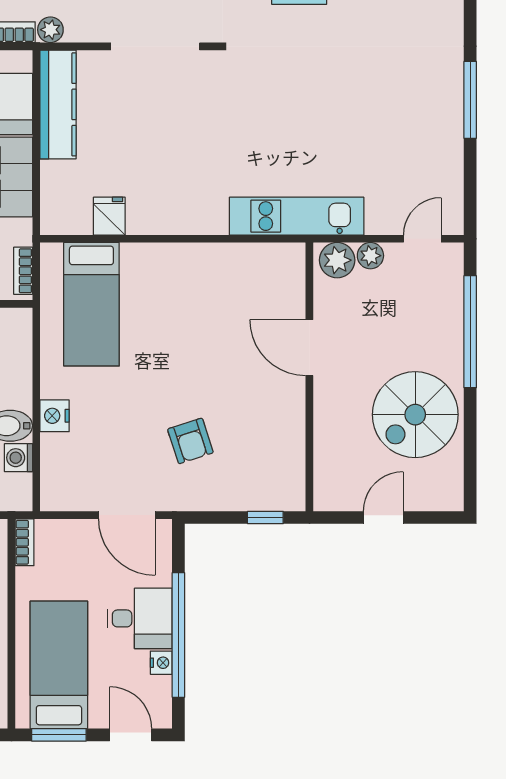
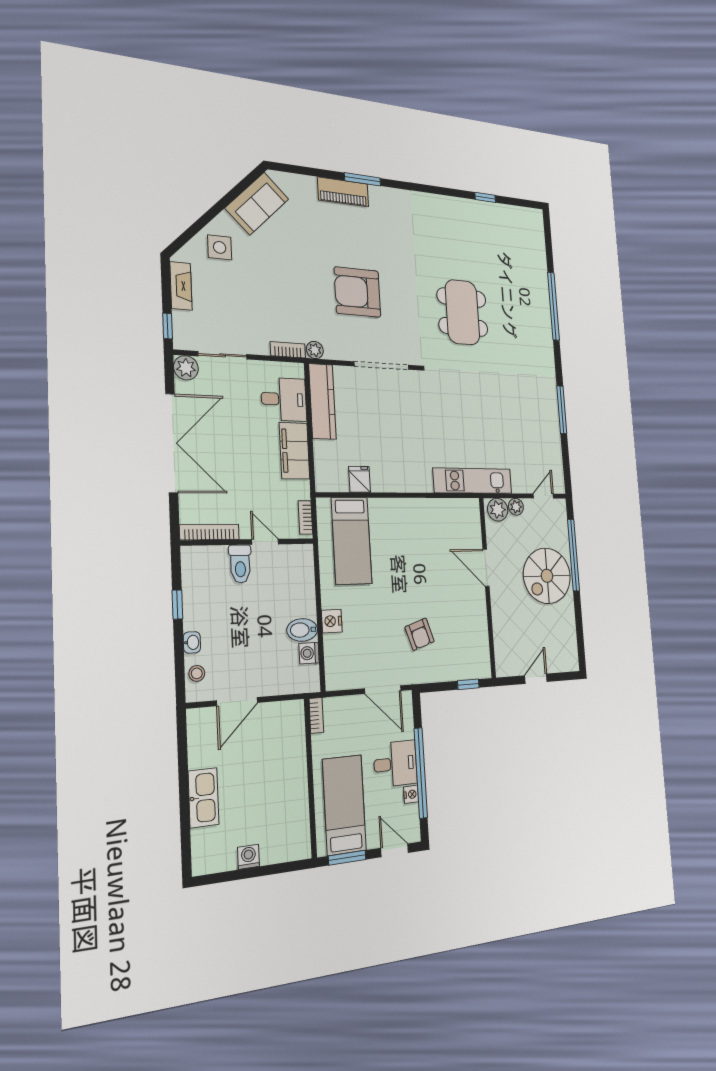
spiral stairs: (415, 415) -> (547, 576), moved

